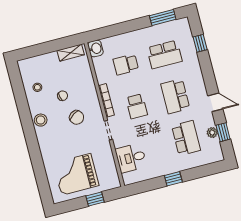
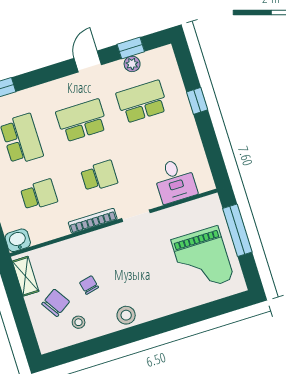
school desk: (126, 64) -> (39, 195), turned -90
school desk: (175, 96) -> (82, 120), turned 180
chair: (77, 117) -> (56, 303), moved
window: (173, 179) -> (197, 101), moved
window: (95, 199) -> (237, 230), width x2.17

